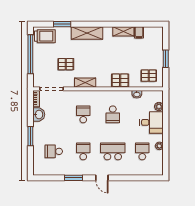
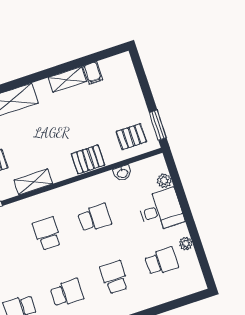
window: (166, 59) -> (158, 125), moved
school desk: (113, 114) -> (94, 218), turned -90
school desk: (83, 151) -> (67, 293), turned 90
school desk: (113, 151) -> (114, 277), width x0.54
school desk: (142, 151) -> (161, 262), turned 90

